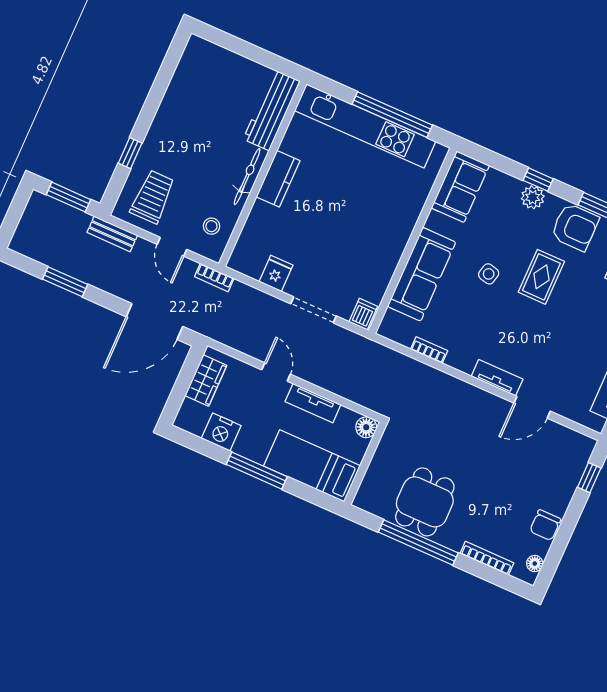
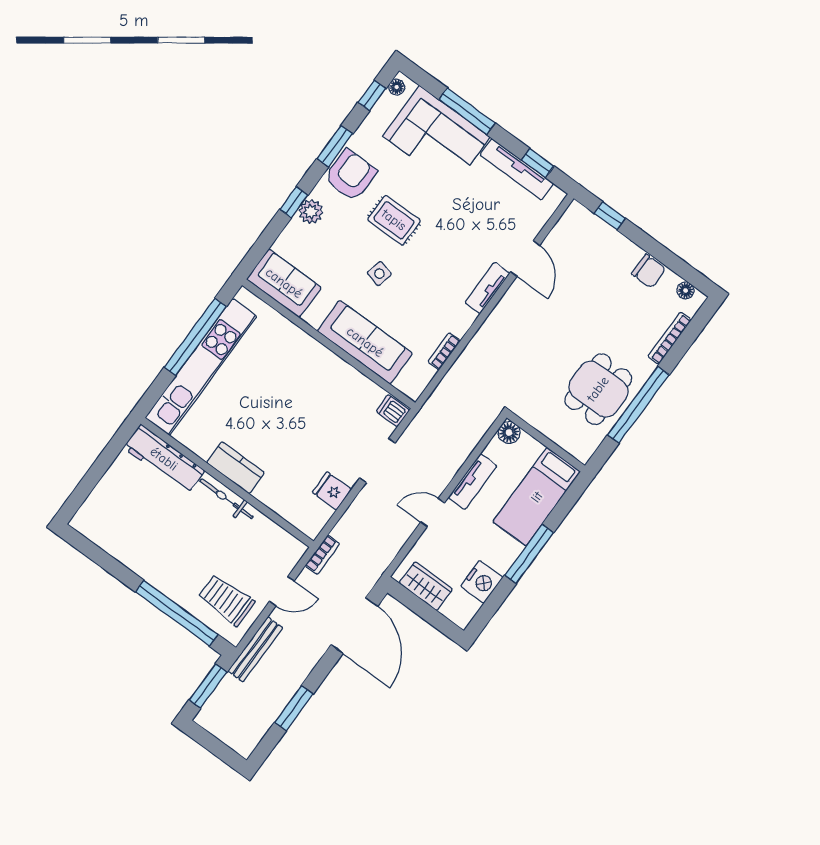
window: (130, 153) -> (177, 613), width x3.17
stool: (211, 226) -> (269, 546), removed
bench: (112, 234) -> (255, 649), width x1.36
dining table: (425, 502) -> (598, 389), turned 90

